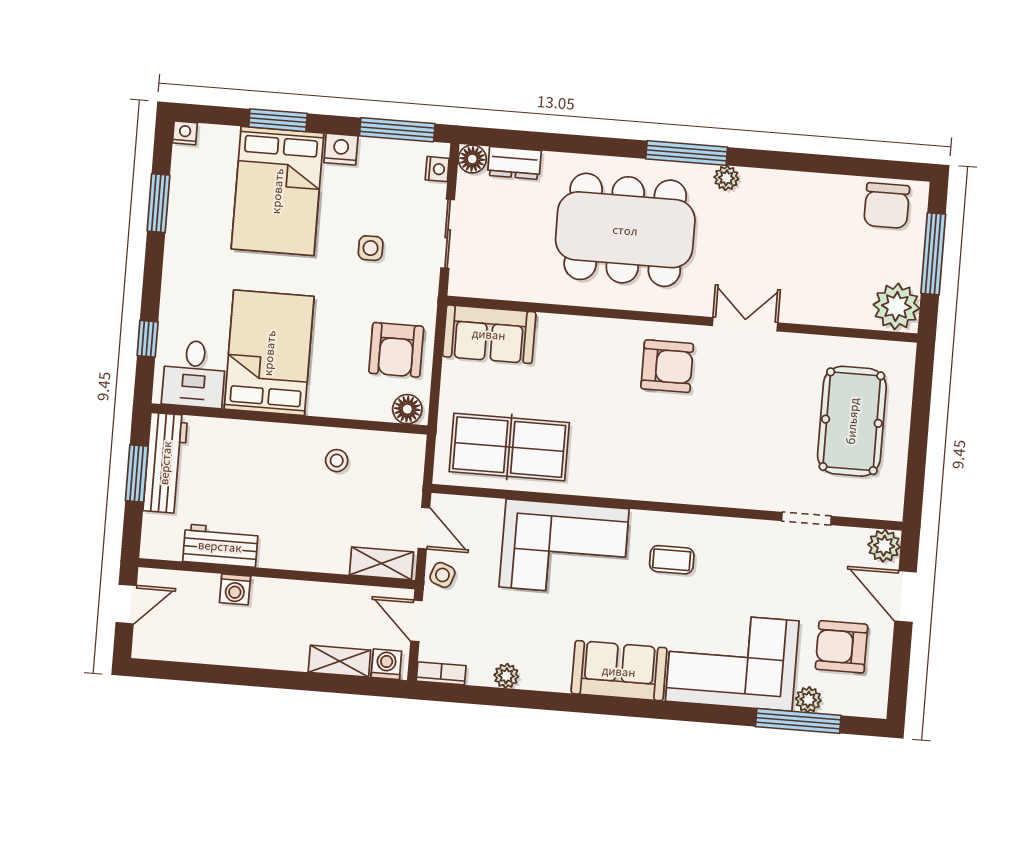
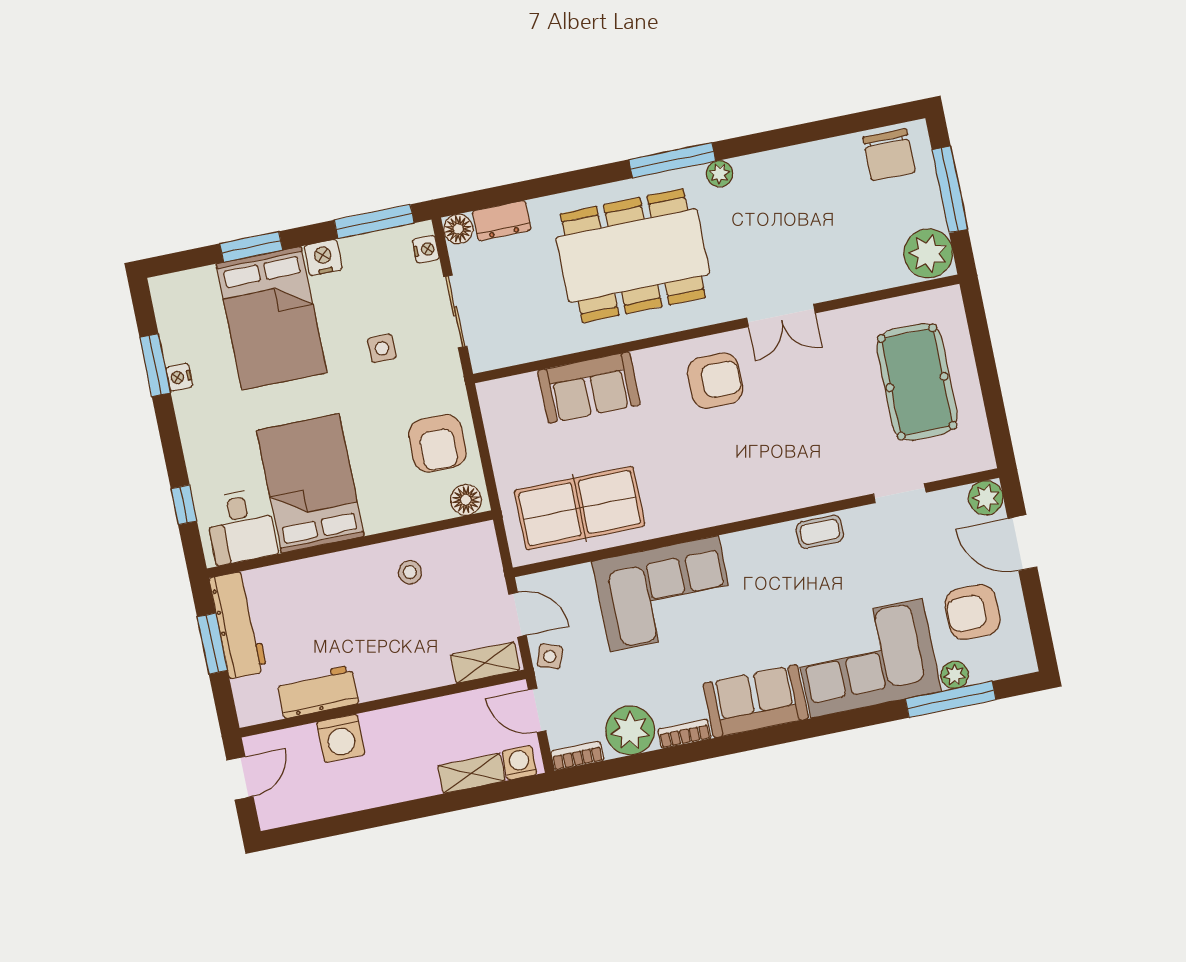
nightstand: (185, 133) -> (179, 377), moved, turned -90
double door: (745, 324) -> (781, 316), swing flipped
sofa: (489, 334) -> (589, 388), moved
coffee table: (672, 560) -> (820, 532), moved
washing machine: (235, 589) -> (341, 738), width x1.38, depth x1.38
plant: (506, 676) -> (630, 730), width x1.88, depth x1.88
bookcase: (545, 682) -> (684, 734), added

